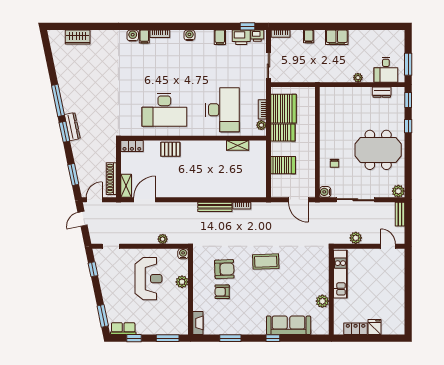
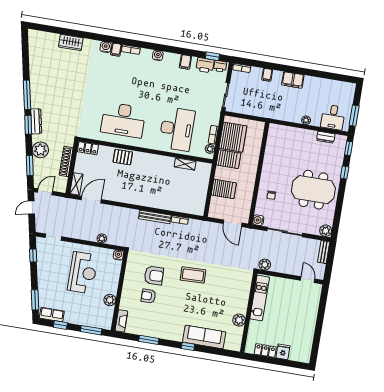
wardrobe: (78, 37) -> (71, 42), moved
plant: (82, 156) -> (40, 150), added
shoe rack: (111, 179) -> (66, 161), moved
plant: (356, 238) -> (265, 265), moved
plant: (182, 282) -> (110, 300), moved

